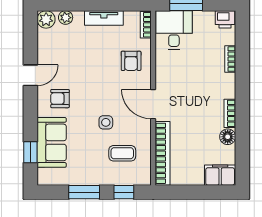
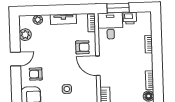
plant: (46, 19) -> (25, 35), moved
printer: (225, 19) -> (130, 18), moved
armchair: (131, 61) -> (82, 47), turned -90
door: (153, 104) -> (98, 66), moved

